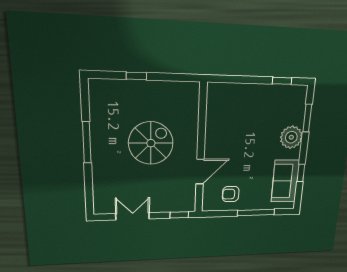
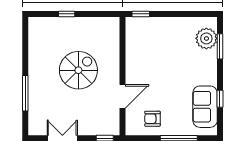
window: (282, 81) -> (141, 14), moved
plant: (291, 137) -> (206, 38), moved
window: (87, 142) -> (25, 93), moved

